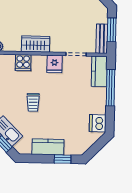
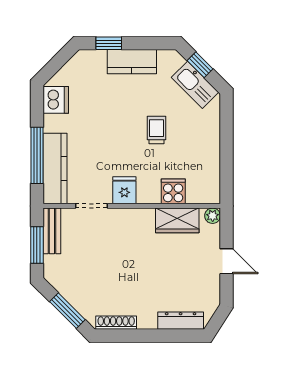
wardrobe: (36, 44) -> (177, 220), moved
kitchen counter: (99, 71) -> (55, 168), width x1.50

